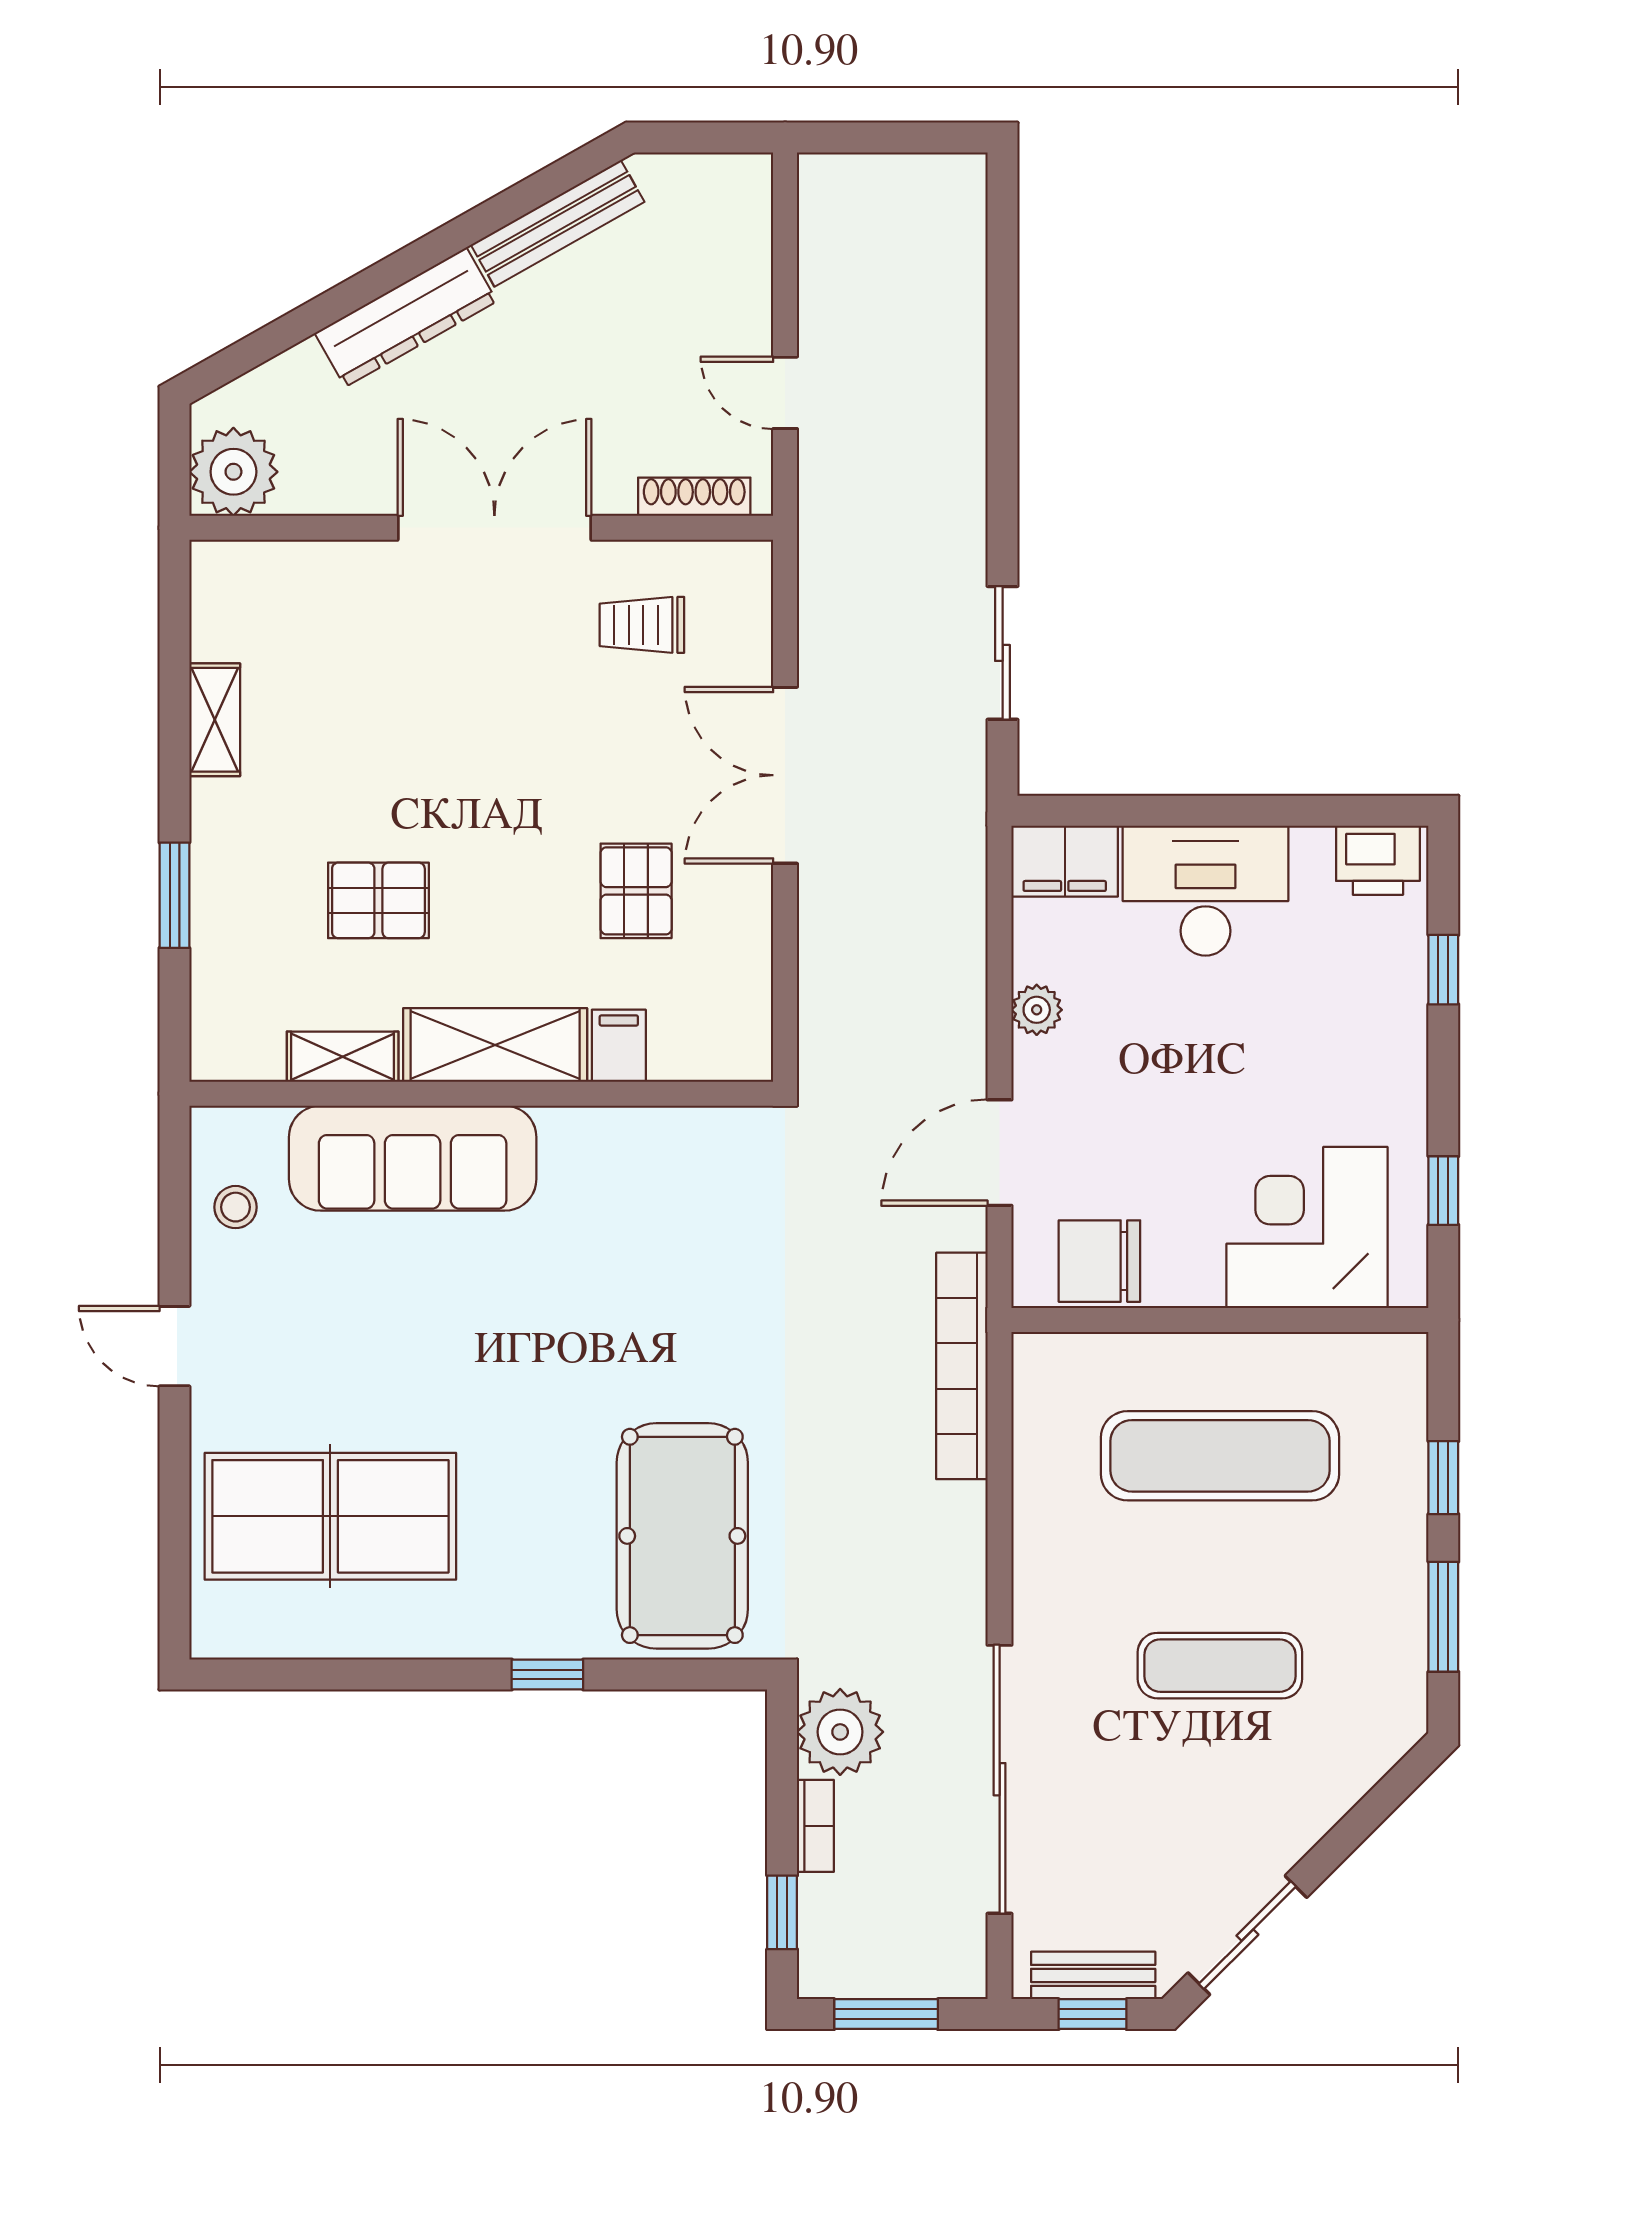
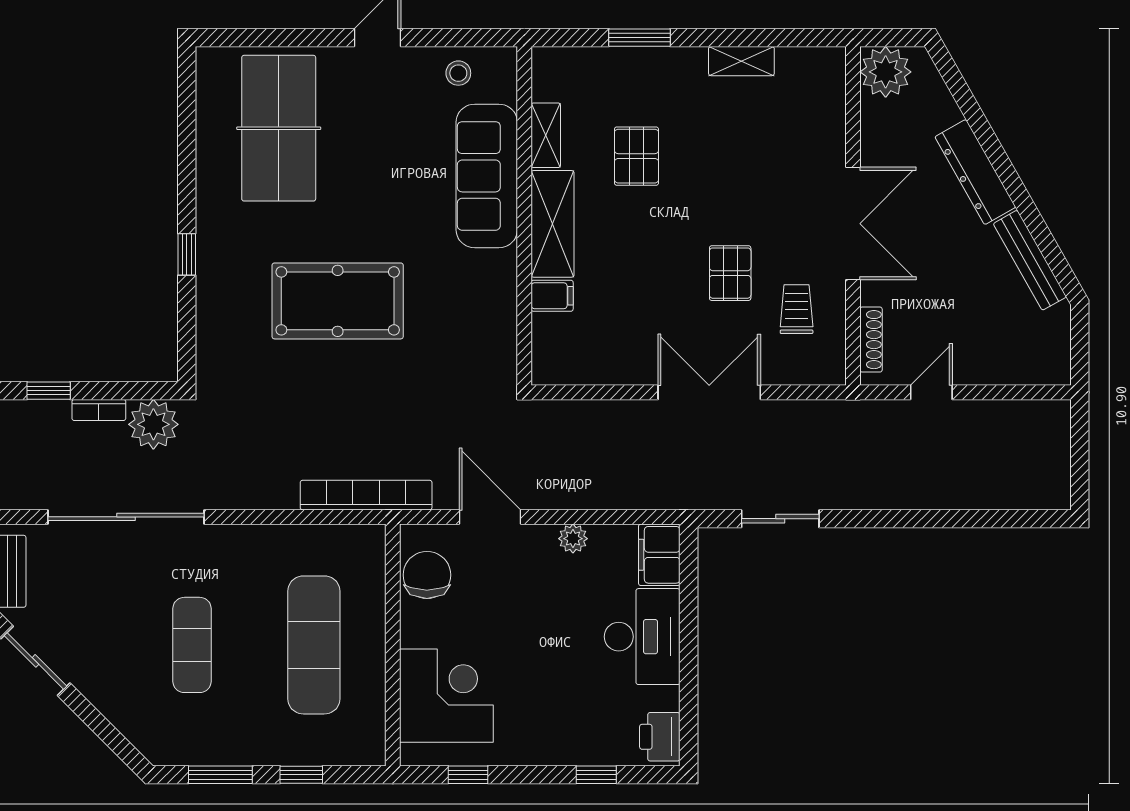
pallet: (636, 891) -> (730, 273), moved, turned 90
pool table: (682, 1536) -> (338, 301), moved

